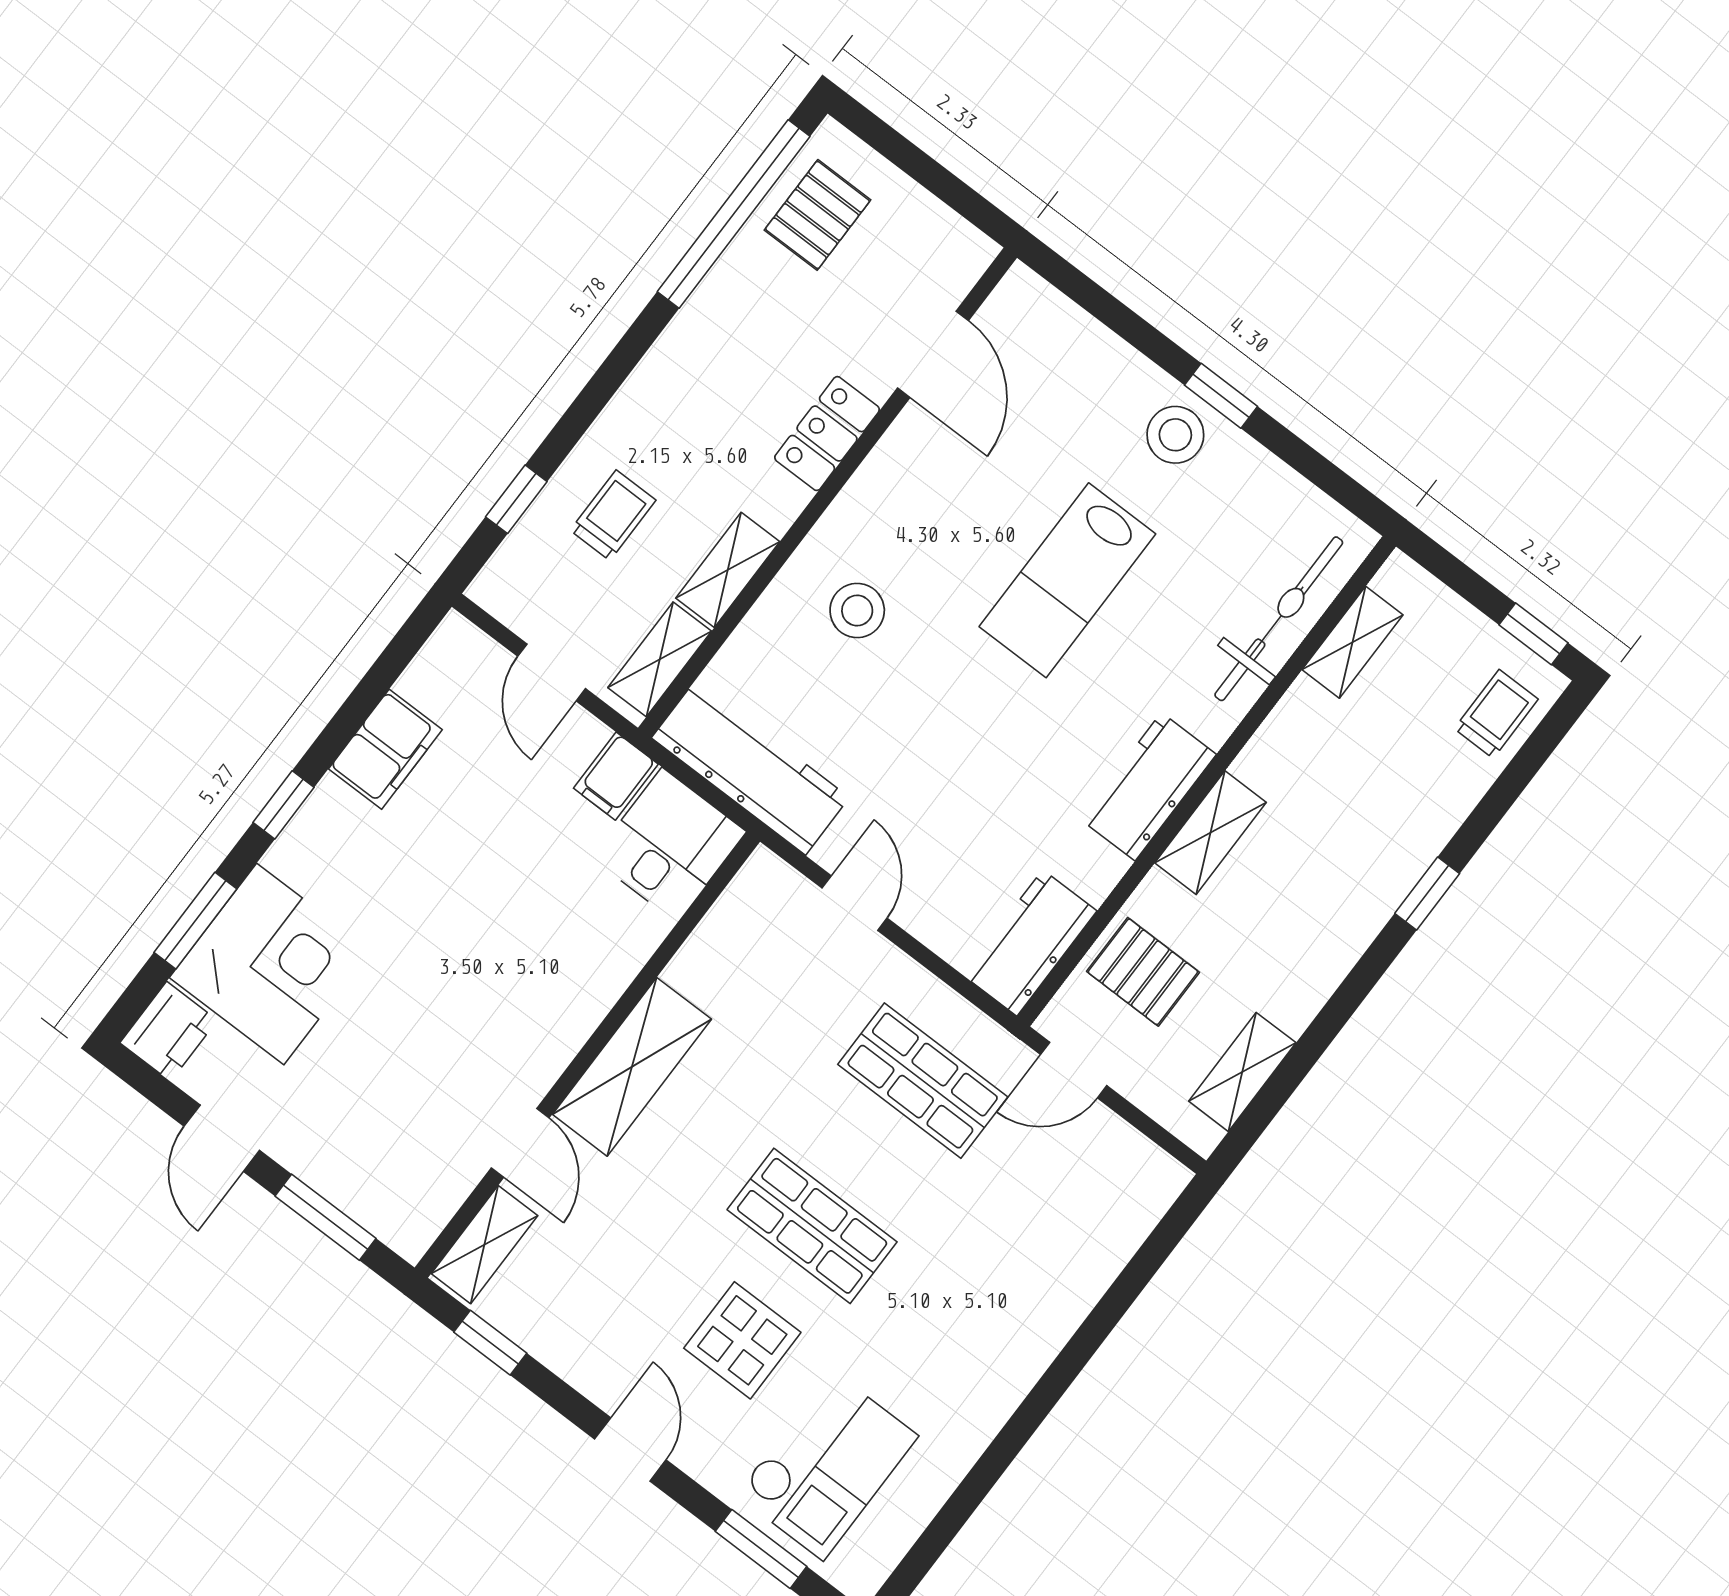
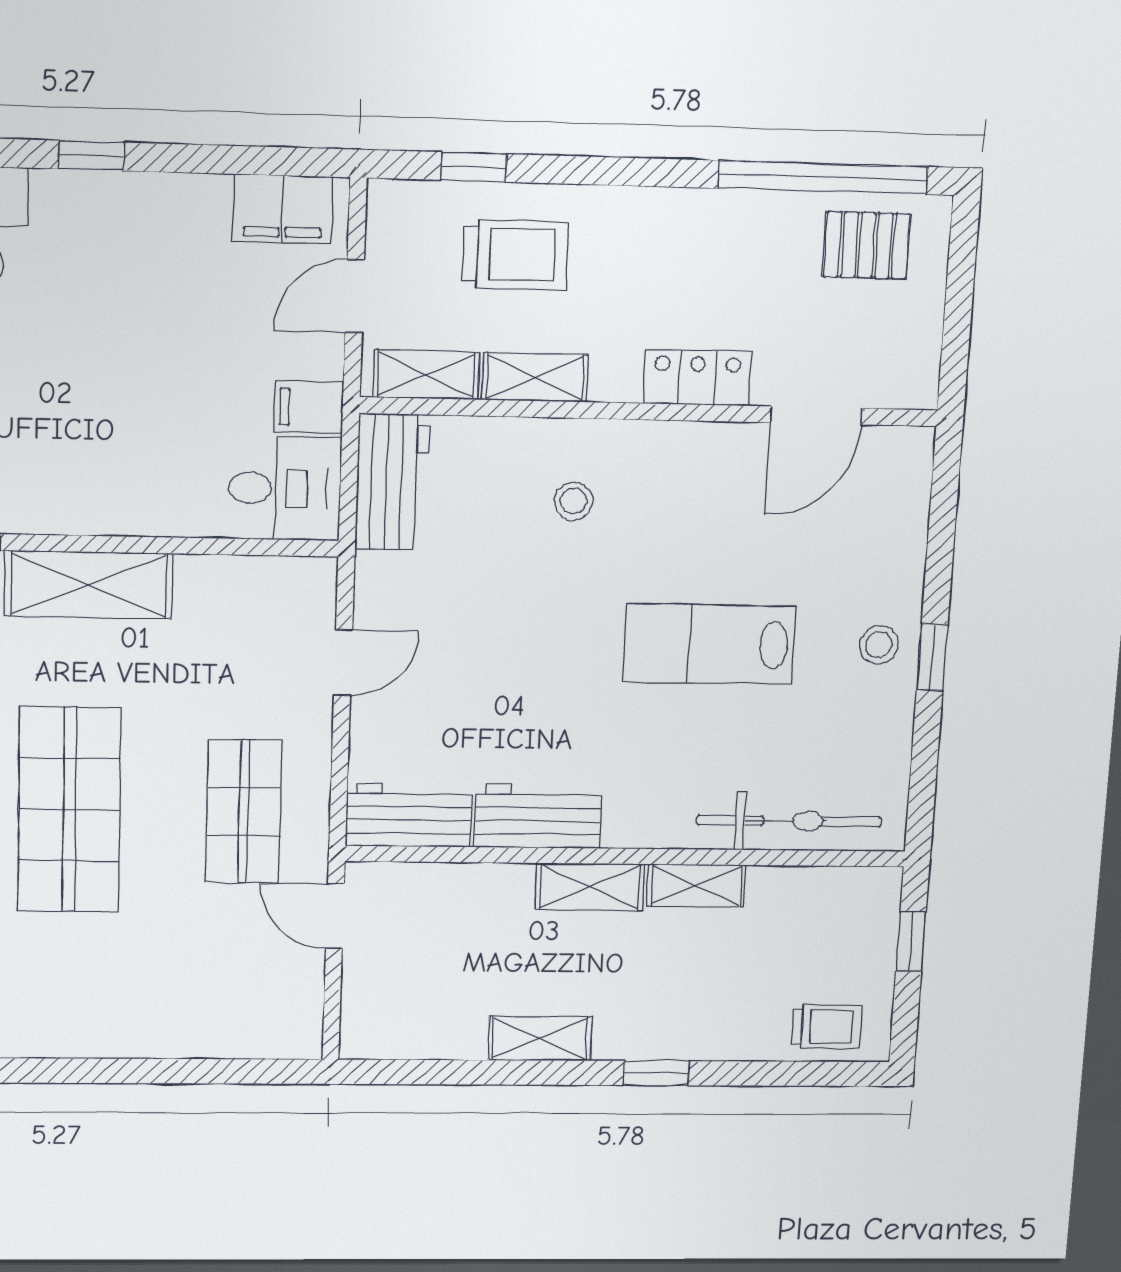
stool: (1175, 435) -> (879, 645), width x0.73, depth x0.73
trolley: (613, 515) -> (515, 255), width x1.36, depth x1.39
stool: (857, 611) -> (574, 501), width x0.73, depth x0.73
window: (1534, 634) -> (911, 942), moved
shelving: (1352, 642) -> (696, 886), moved
filing cabinet: (385, 749) -> (283, 209), moved
workbench: (750, 768) -> (392, 482), width x0.73
workbench: (1148, 787) -> (538, 816), moved
pallet: (1143, 972) -> (448, 913), removed
shelving: (1242, 1072) -> (540, 1038), moved
shop shelf: (812, 1226) -> (69, 810), width x1.43, depth x1.36

